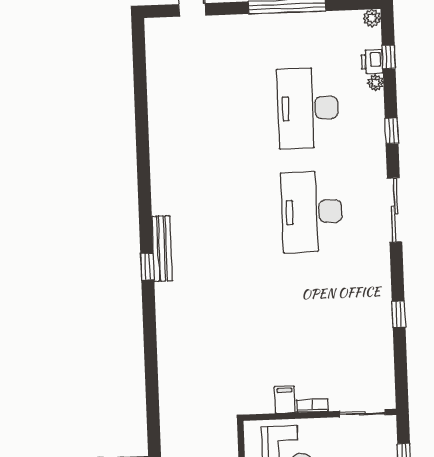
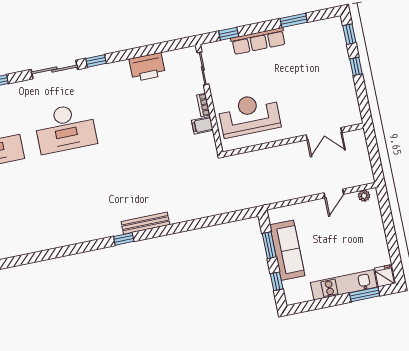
bench: (162, 249) -> (145, 223), moved
window: (399, 314) -> (96, 61), moved
printer: (377, 337) -> (147, 67), added

